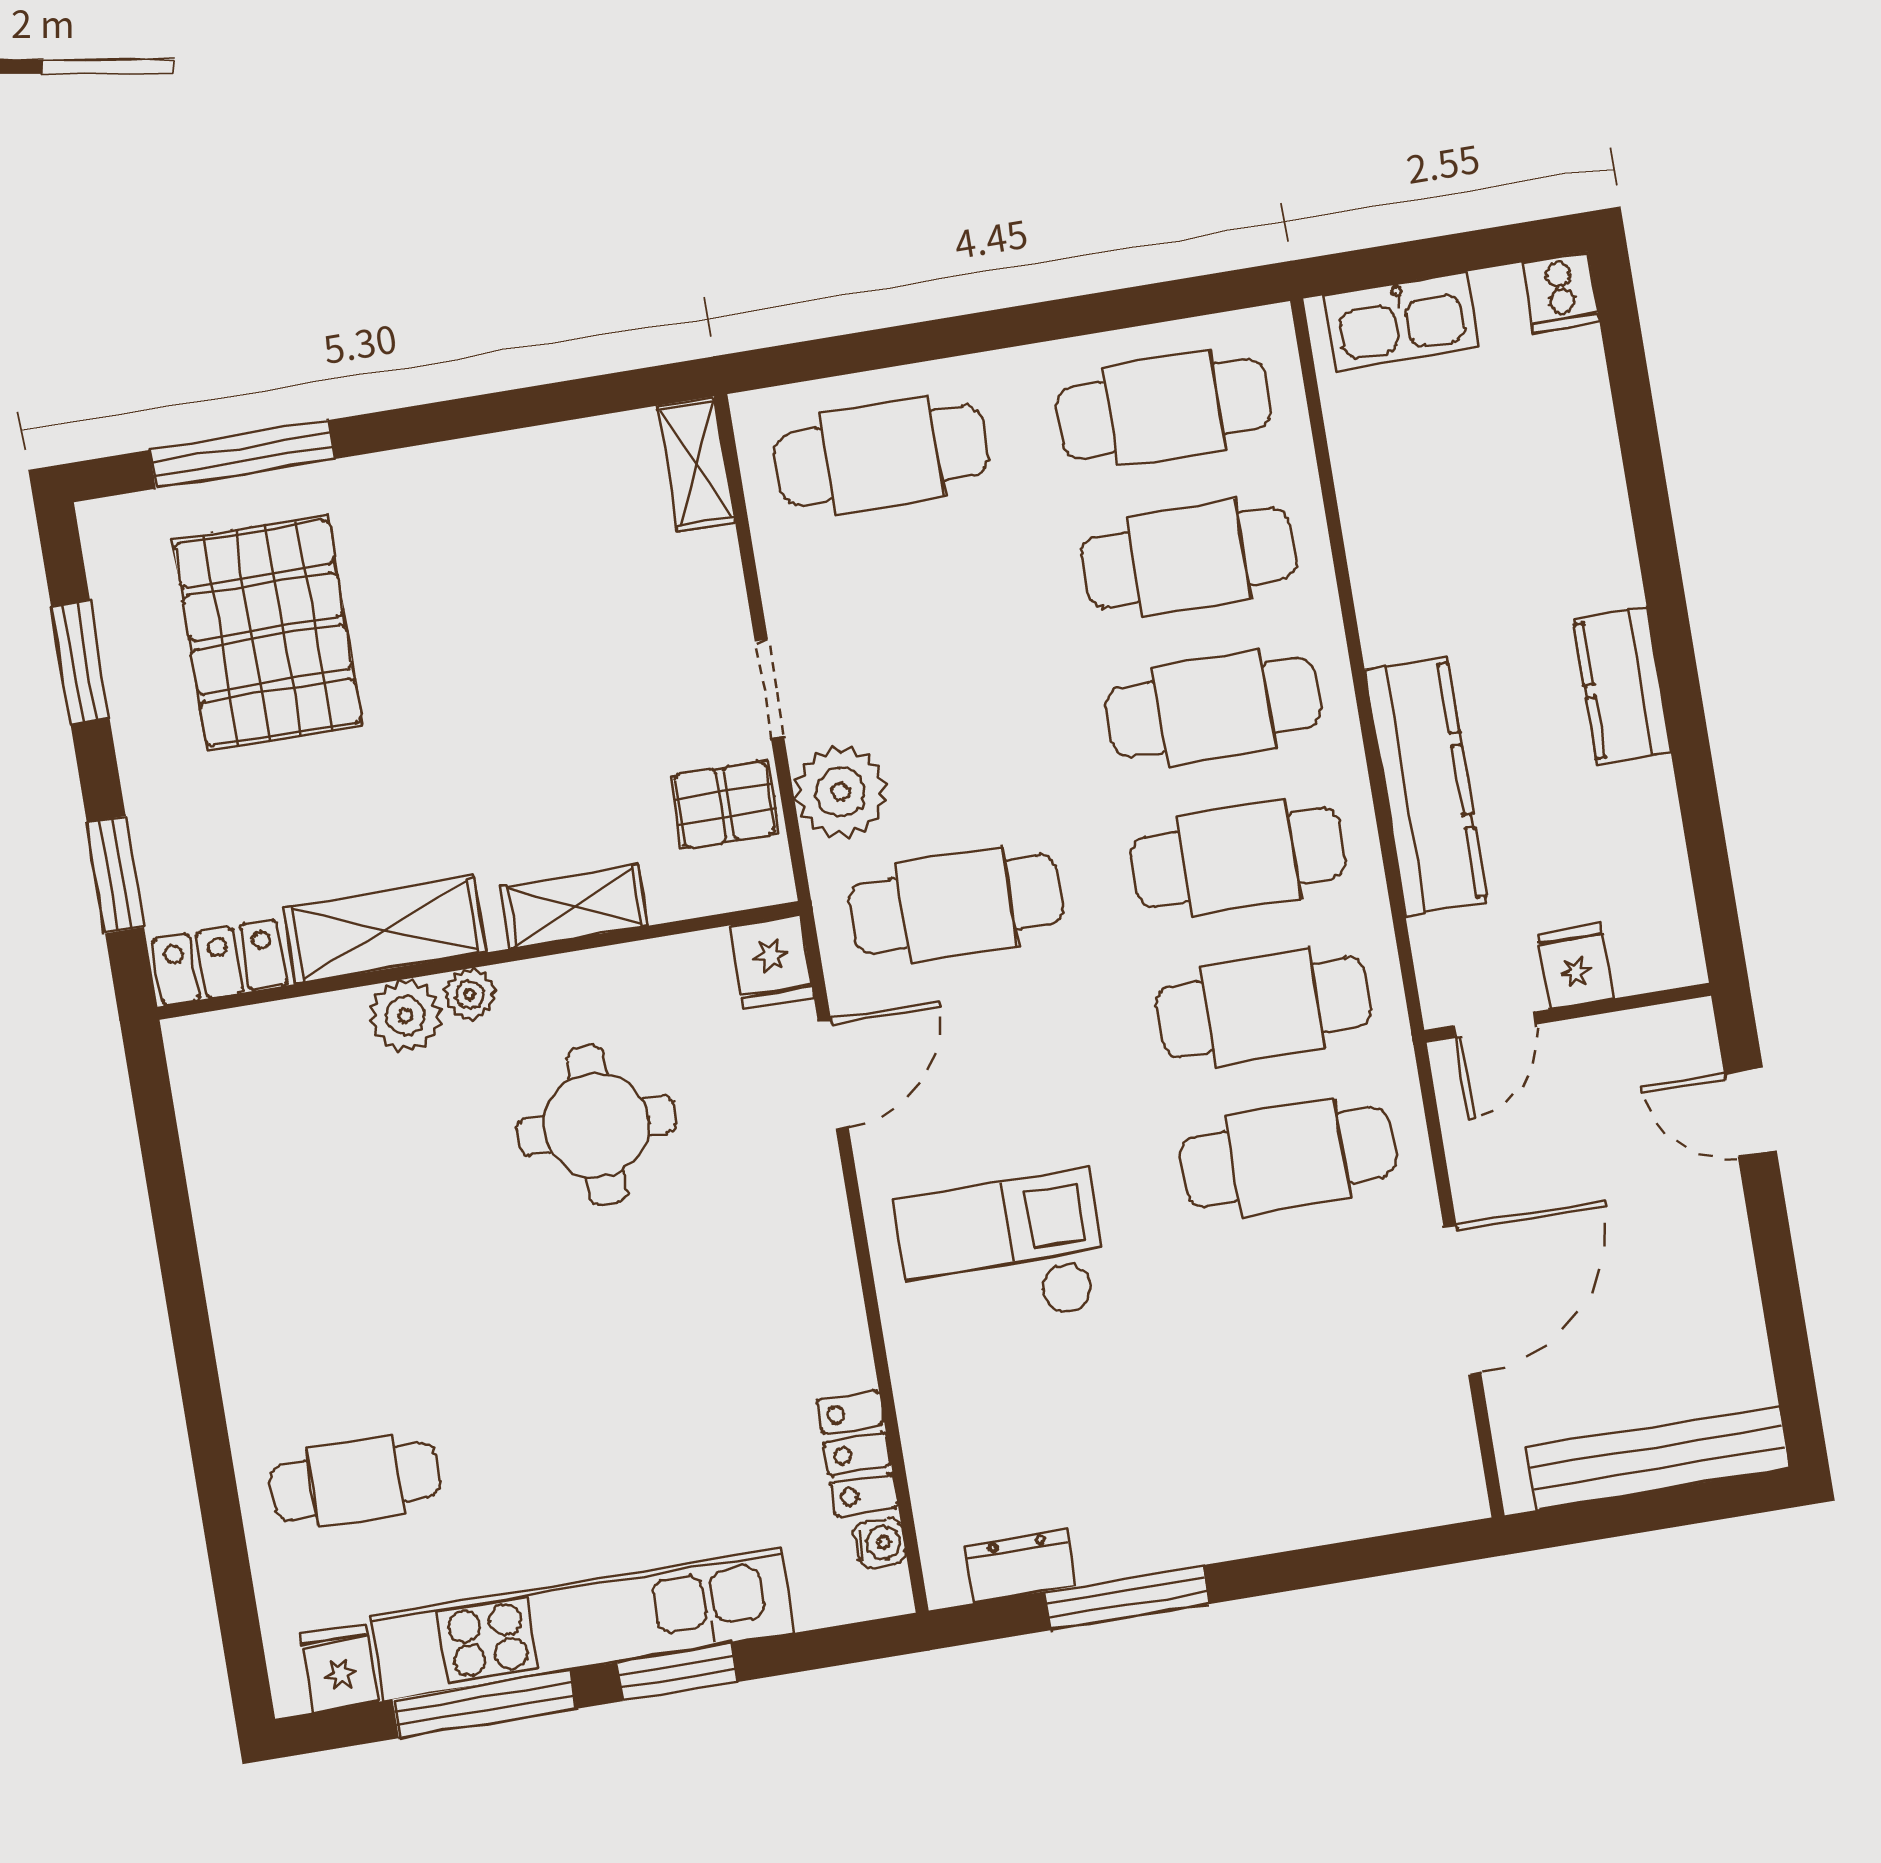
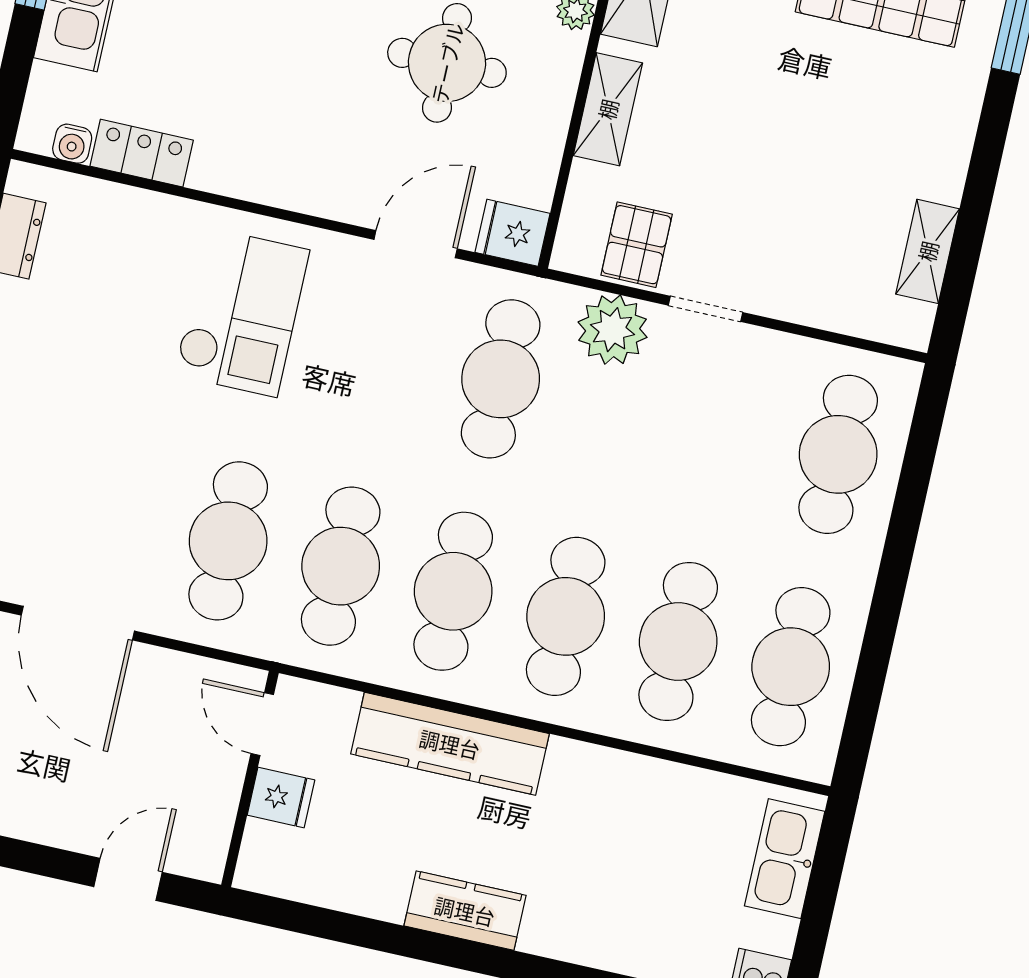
shelving: (696, 464) -> (928, 251), moved, turned 90
door: (833, 1075) -> (416, 244), swing flipped

